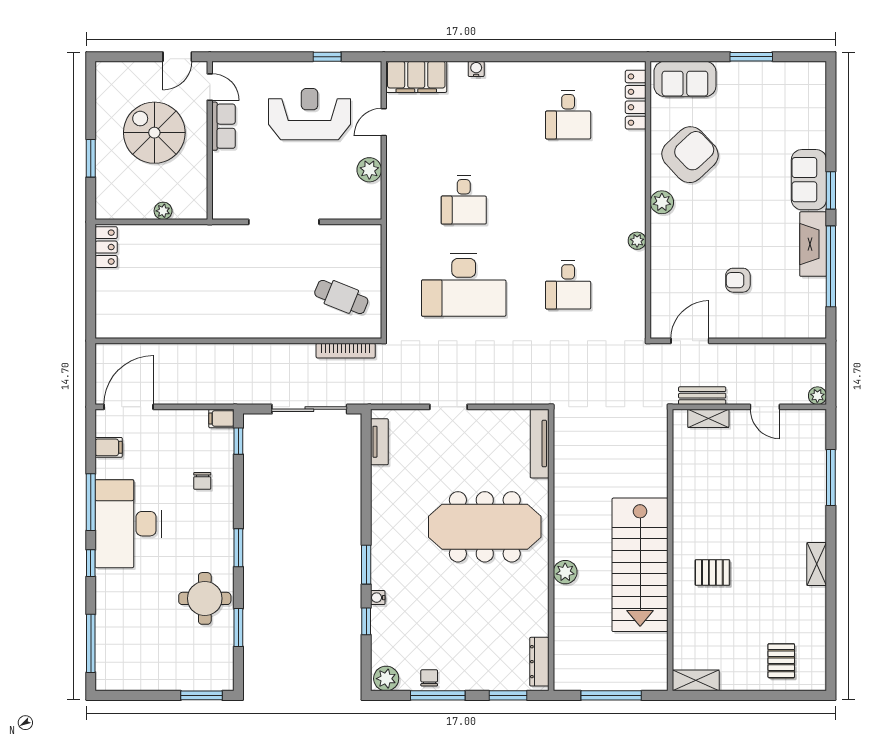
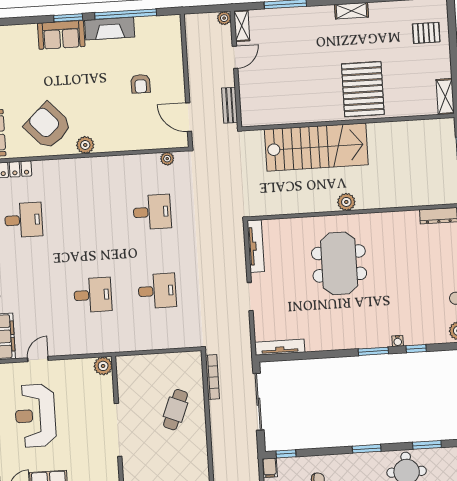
door: (384, 122) -> (38, 359), swing flipped
plant: (369, 170) -> (103, 366), moved
plant: (637, 241) -> (167, 159), moved
desk: (464, 285) -> (157, 291), width x0.53, depth x0.77
cafe table: (341, 297) -> (176, 410), moved
shelving: (708, 418) -> (242, 26), moved
tv unit: (379, 442) -> (280, 347), width x1.41
tv unit: (540, 444) -> (256, 246), moved, turned -90
meeting table: (485, 527) -> (339, 263), width x0.73
stairs: (640, 565) -> (316, 147), moved
plant: (565, 572) -> (346, 202), moved
pallet: (712, 573) -> (363, 89), width x2.05, depth x2.00

